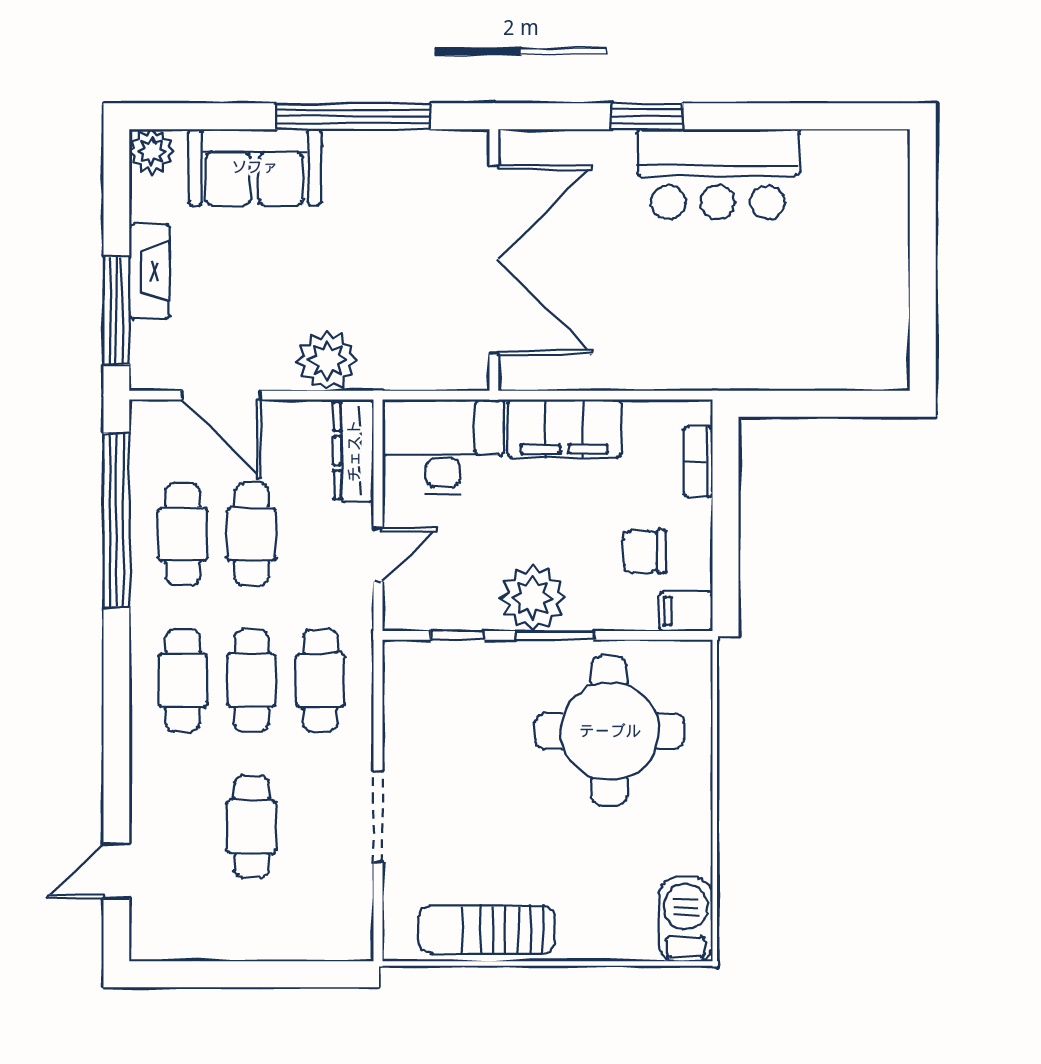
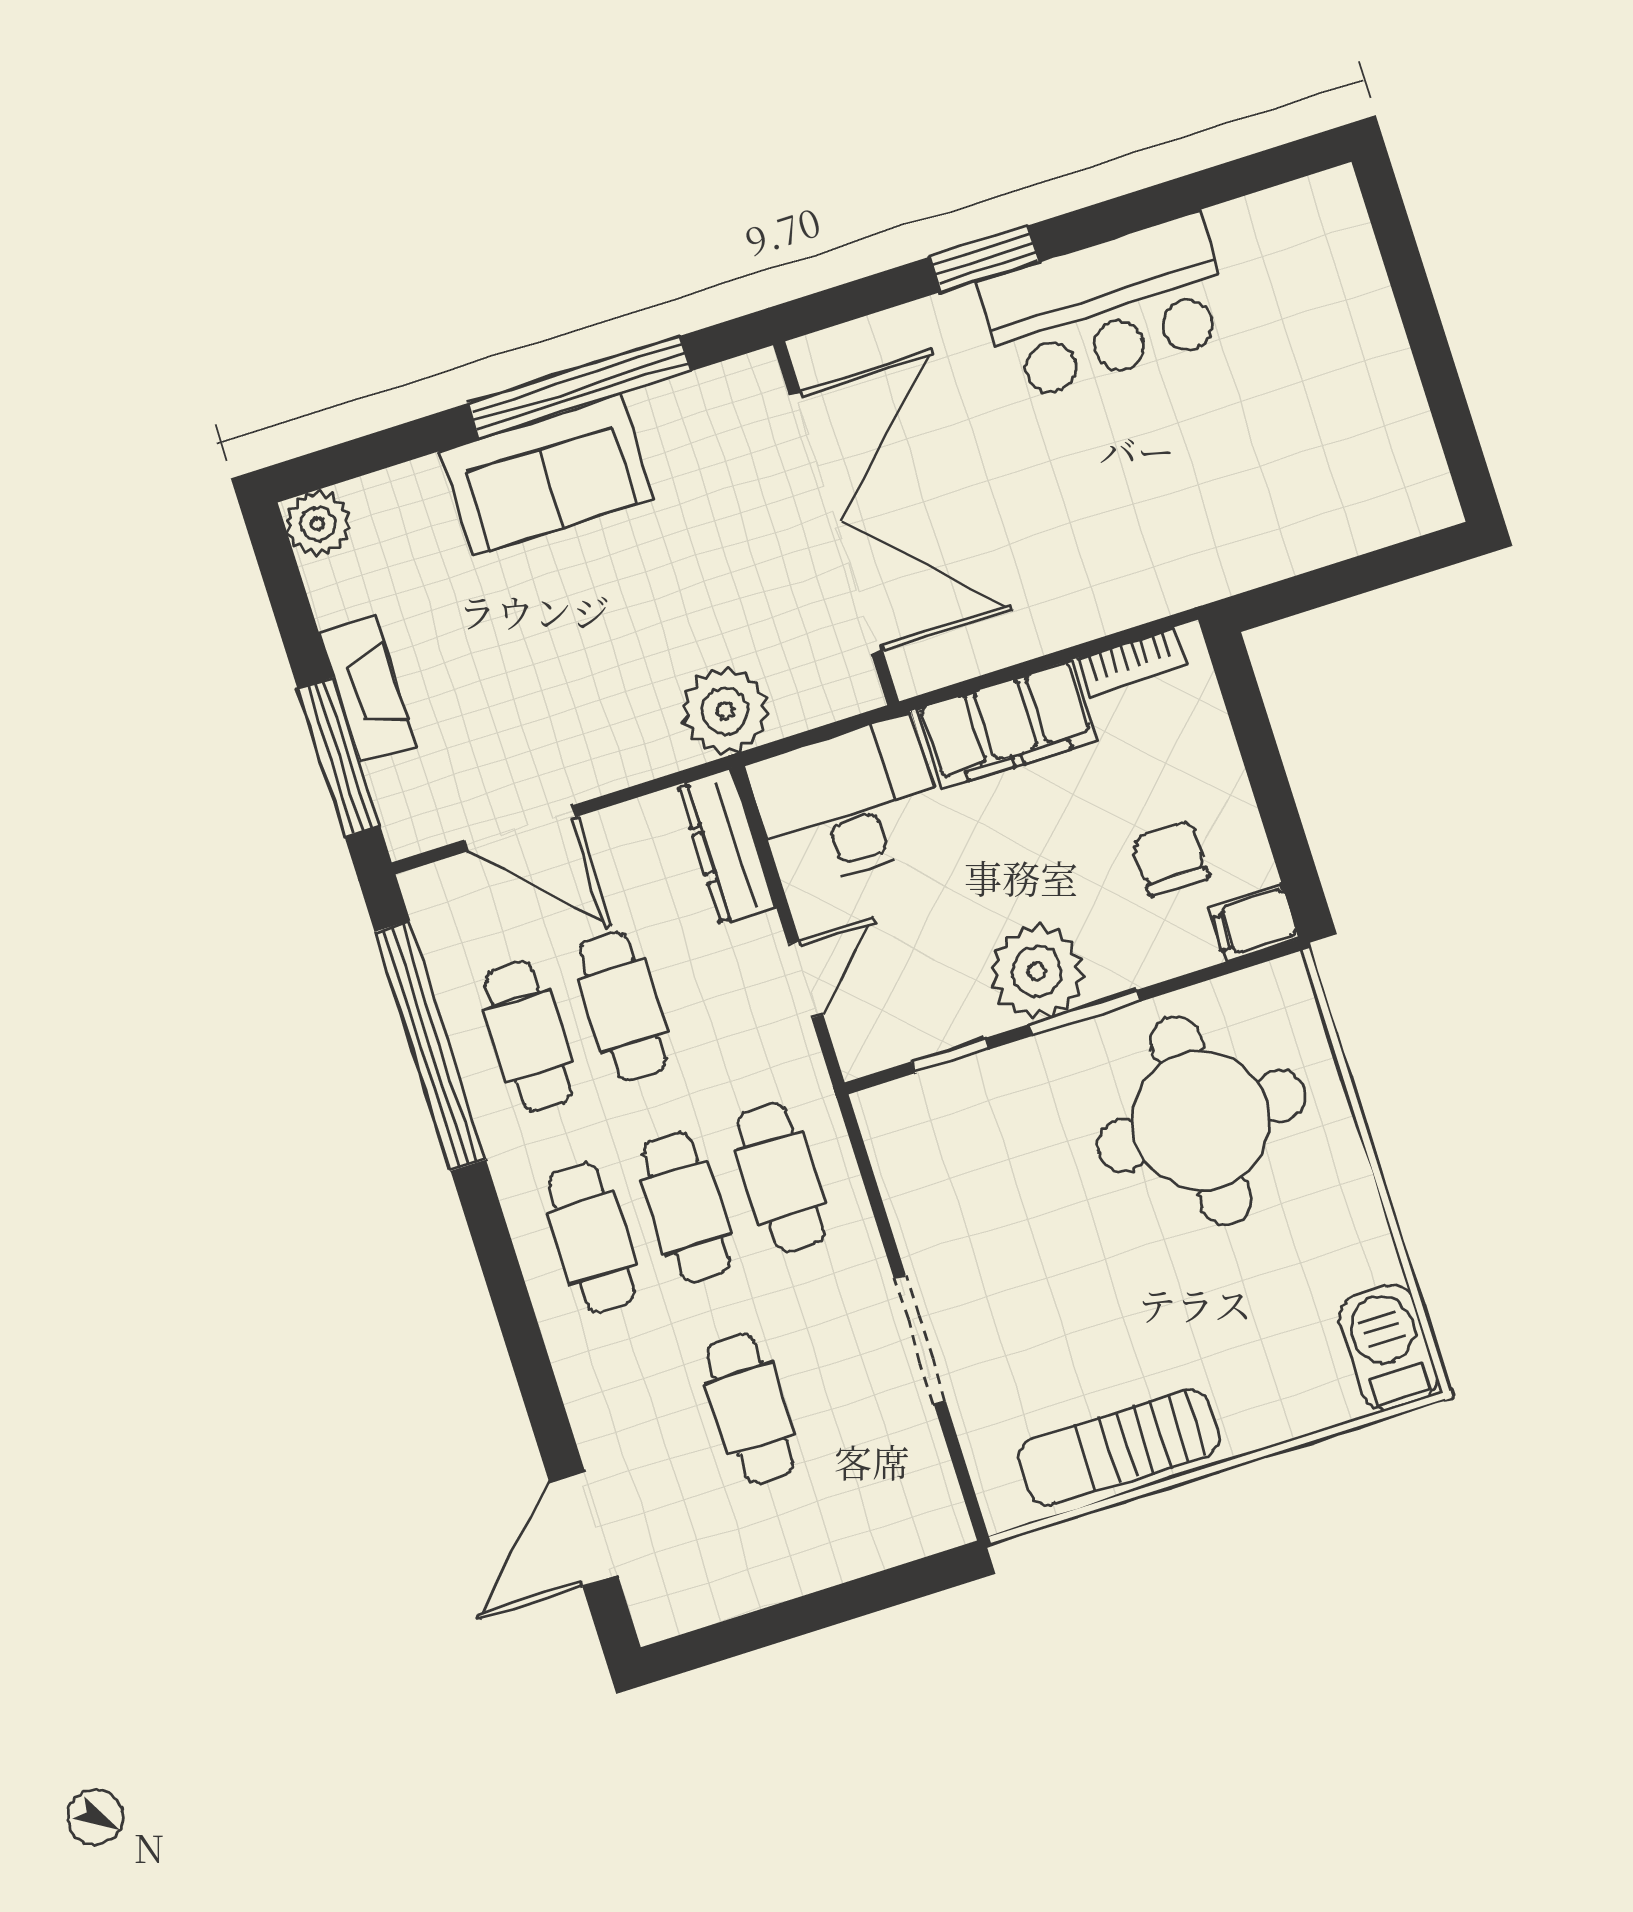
sofa: (255, 167) -> (547, 475), moved
plant: (327, 360) -> (725, 711), moved
bookcase: (699, 462) -> (1131, 662), moved, turned -90
chair: (644, 551) -> (1170, 858), turned 90
door: (116, 871) -> (583, 1528), width x1.38

